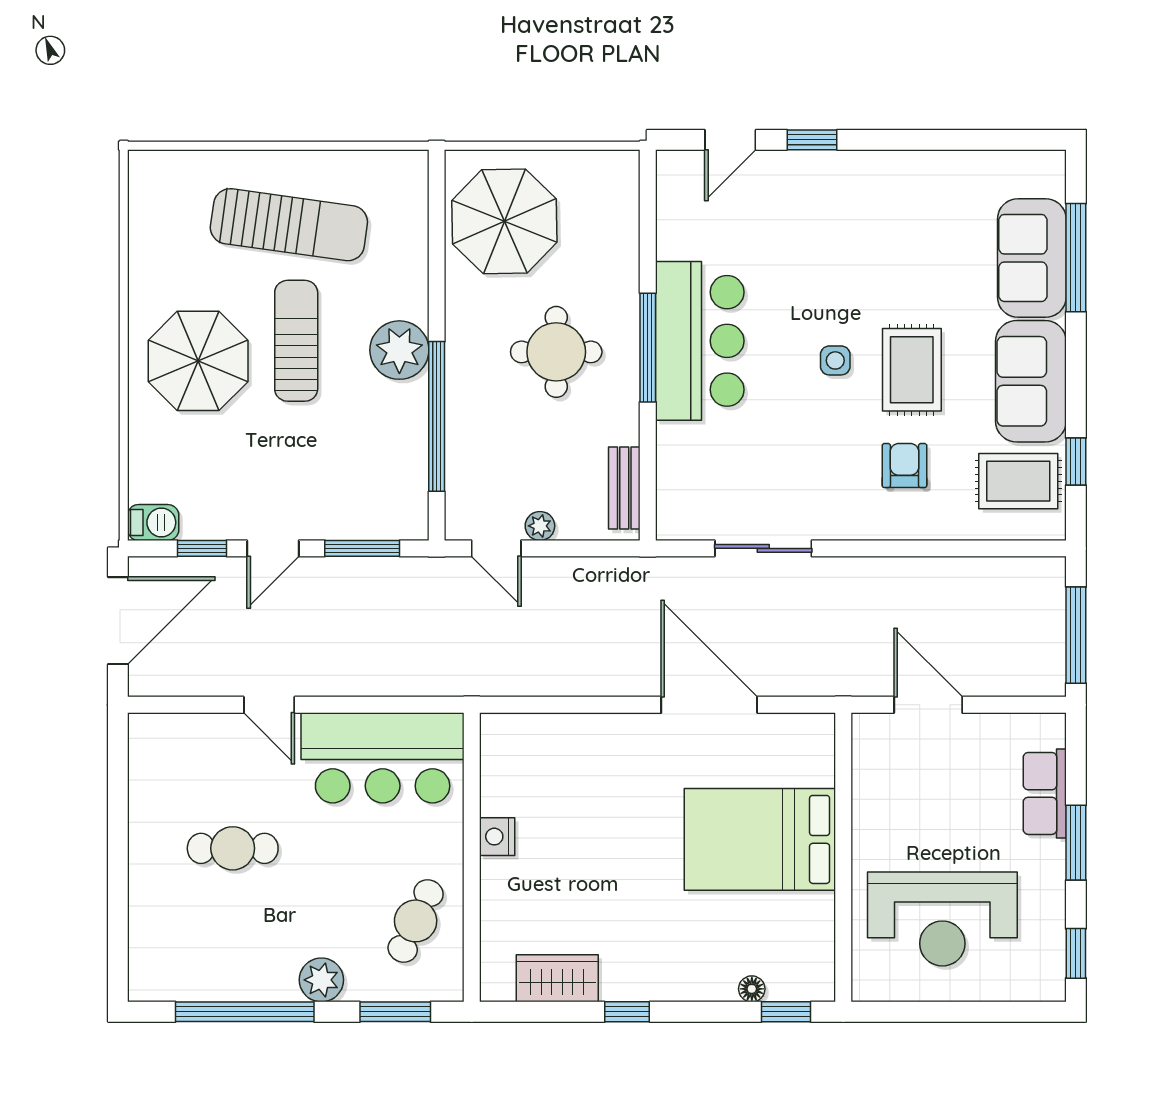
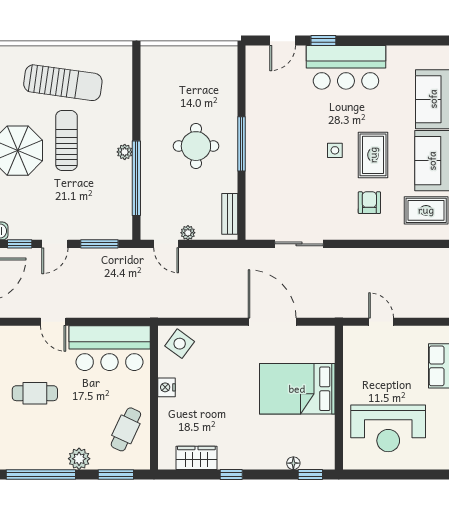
parasol: (504, 221) -> (170, 81), removed
bar counter: (700, 341) -> (346, 67), moved, turned 90
plant: (399, 350) -> (125, 152), width x0.53, depth x0.53
door: (928, 705) -> (381, 322), width x0.73
side table: (523, 749) -> (180, 344), added

